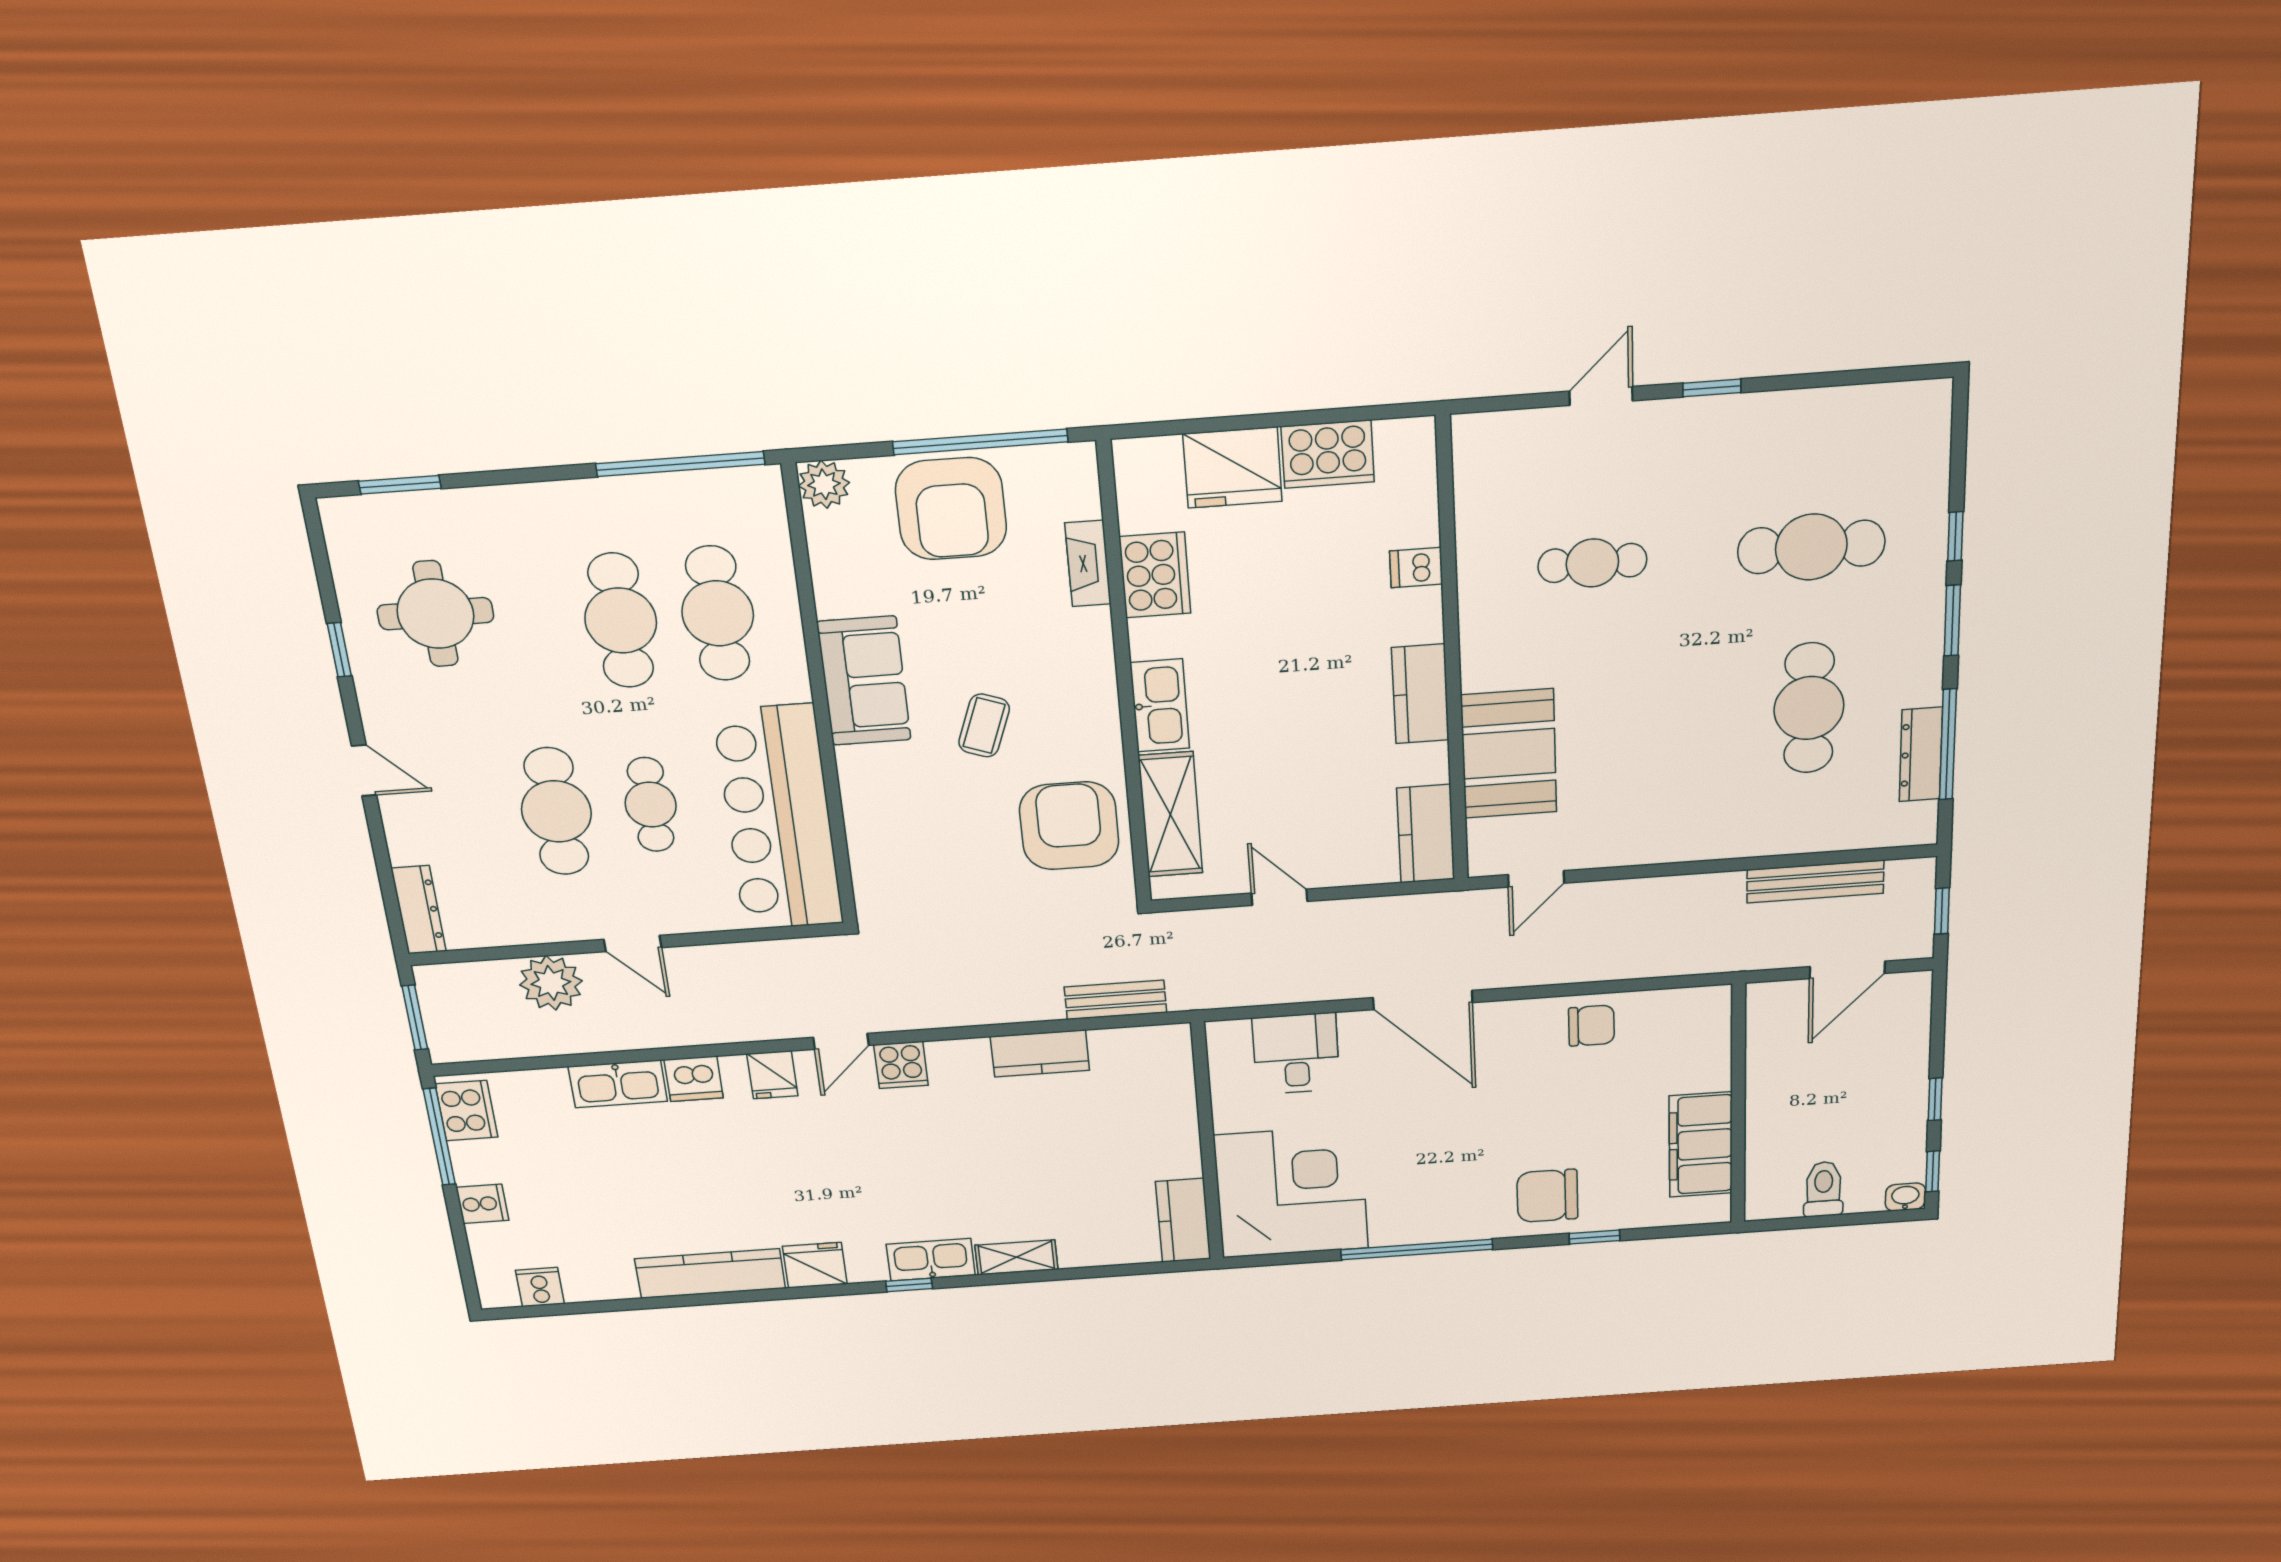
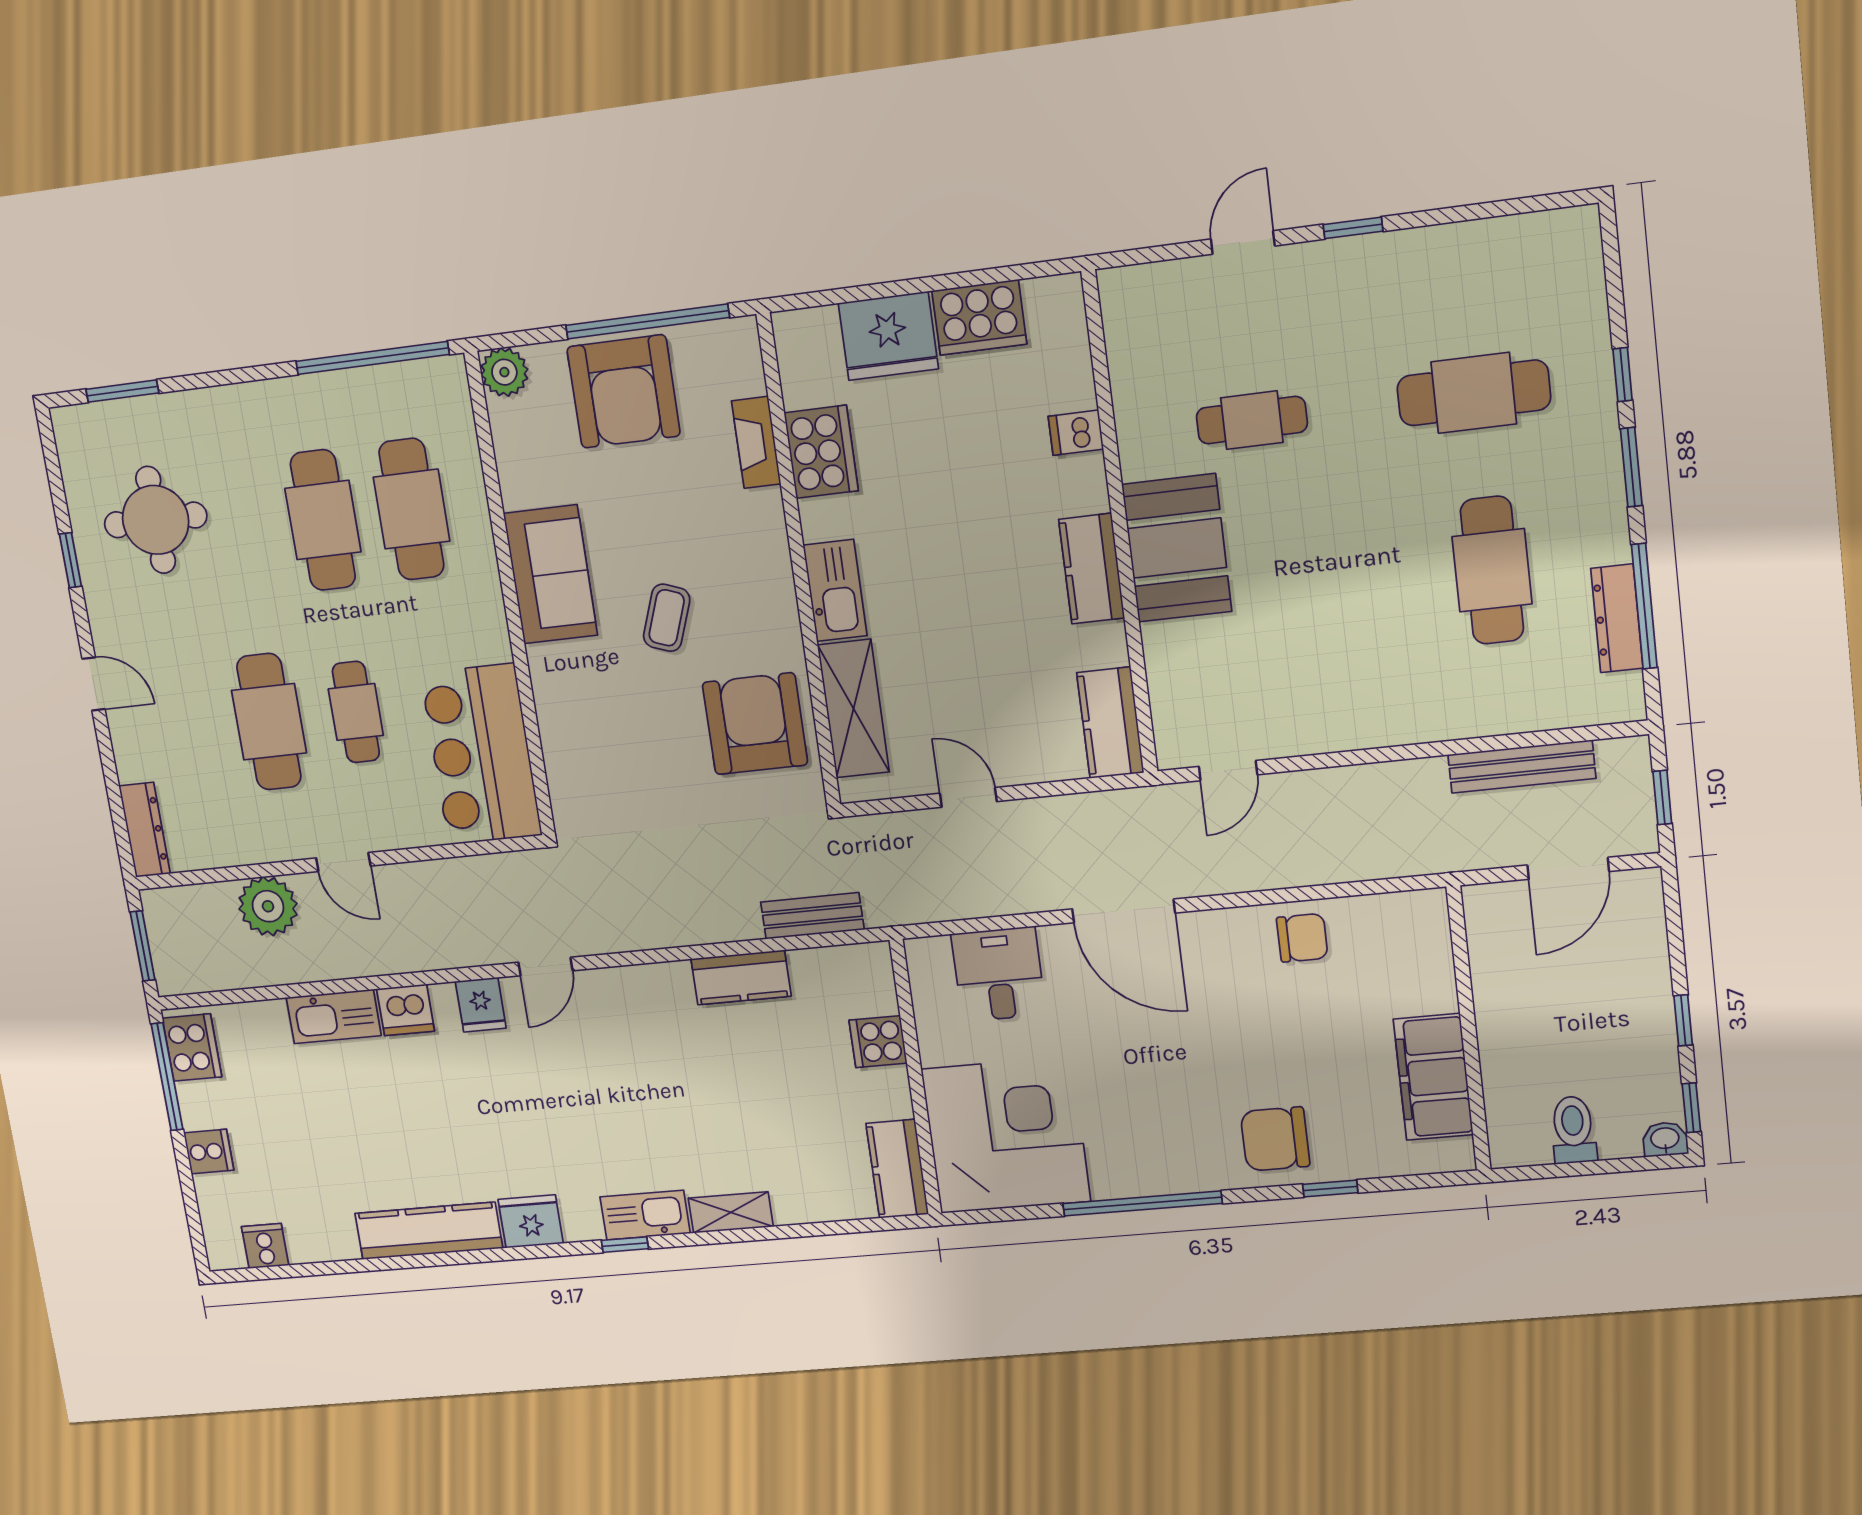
booth: (1509, 754) -> (1177, 548), moved
bar counter: (779, 818) -> (481, 754), width x0.73
cooker: (901, 1065) -> (878, 1042), moved, turned 90

